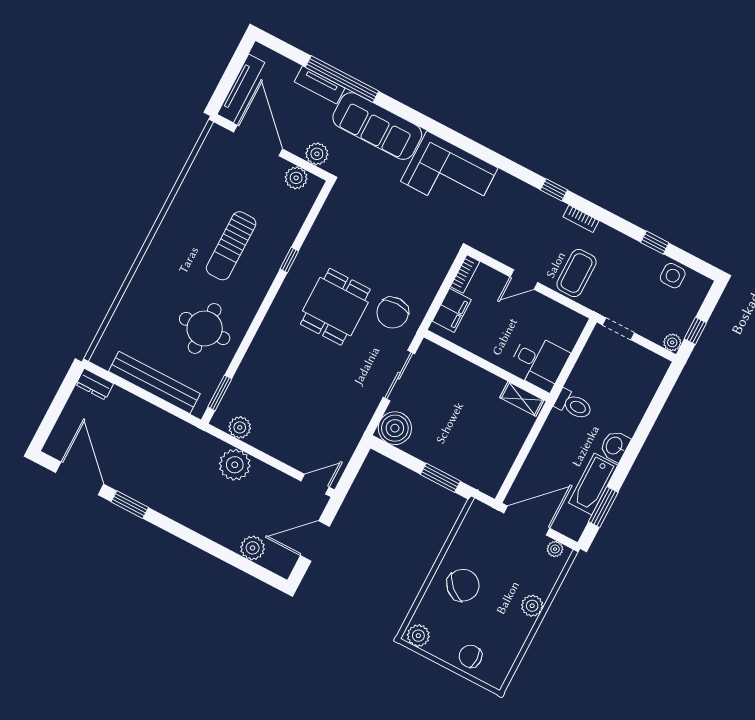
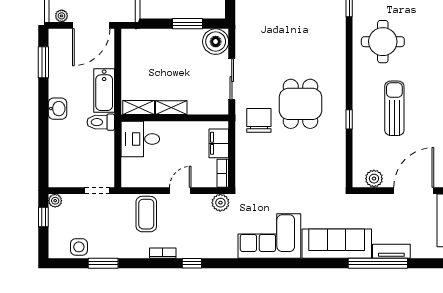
door: (258, 141) -> (414, 191), swing flipped
plant: (317, 154) -> (220, 203), moved
window: (655, 243) -> (103, 263), width x1.50
shelving: (485, 379) -> (171, 108), added
window: (440, 478) -> (188, 24), moved
bathtub: (593, 484) -> (104, 91), moved, turned 180

